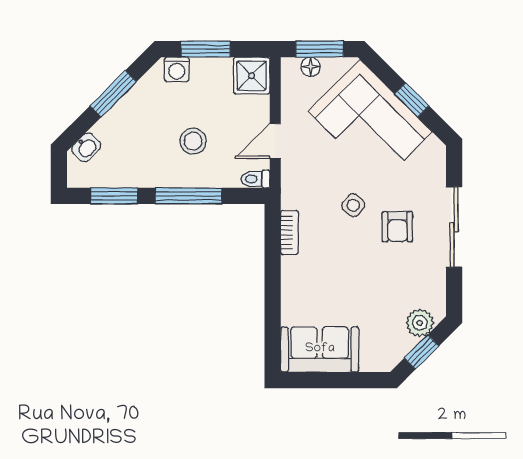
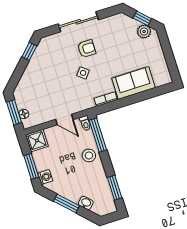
window: (412, 100) -> (29, 51), moved
corner sofa: (370, 121) -> (41, 77), removed
stool: (193, 141) -> (89, 155), moved
washbasin: (86, 147) -> (86, 203), moved
window: (189, 196) -> (98, 135), moved
plant: (420, 323) -> (144, 32), moved
sofa: (320, 349) -> (134, 83), moved, turned 90

